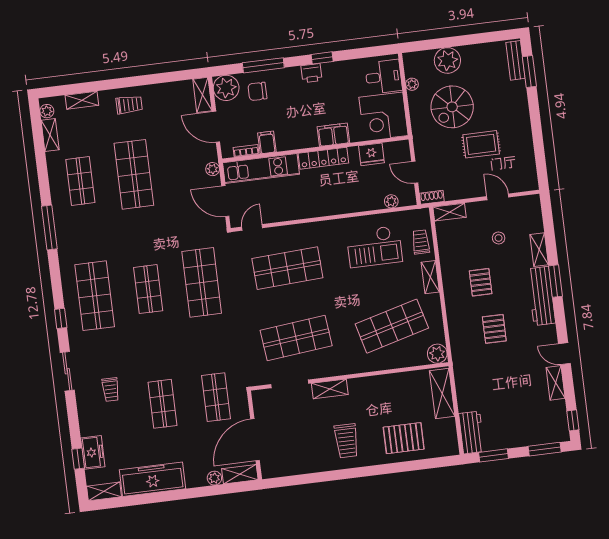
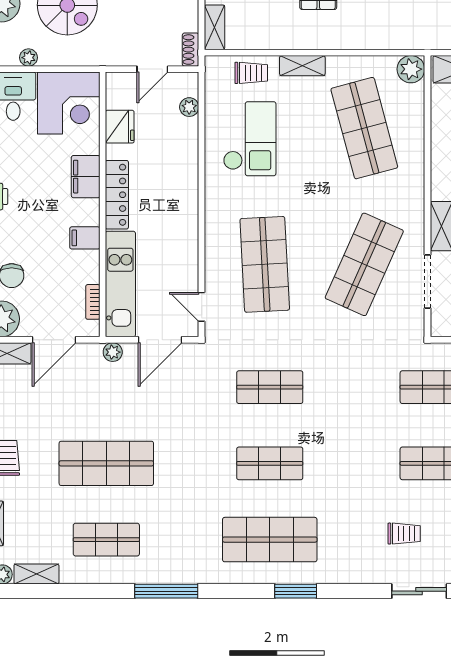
filing cabinet: (267, 142) -> (85, 238), moved
trolley: (421, 242) -> (251, 73), turned 180
shop shelf: (202, 282) -> (270, 387), width x0.70, depth x0.74
window: (61, 318) -> (296, 591), width x1.50
shop shelf: (296, 338) -> (364, 264), turned 30
sliding door: (67, 371) -> (419, 591), moved

